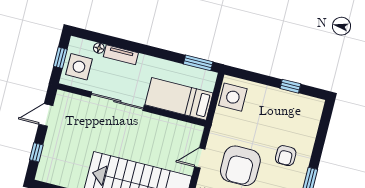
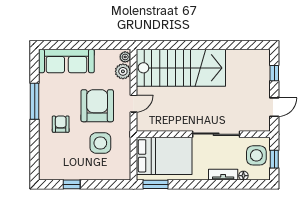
side table: (233, 97) -> (100, 143), moved
bed: (179, 99) -> (164, 156), width x1.50

